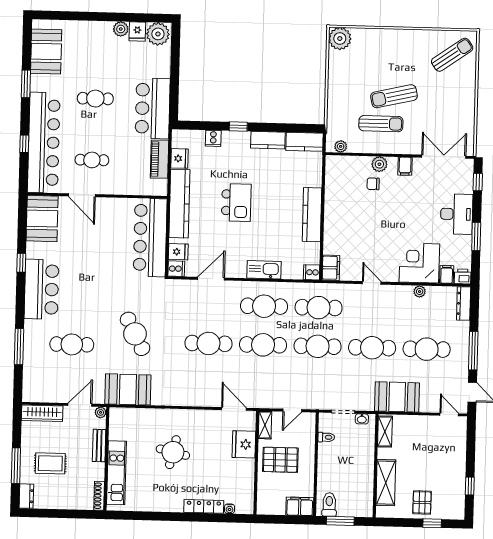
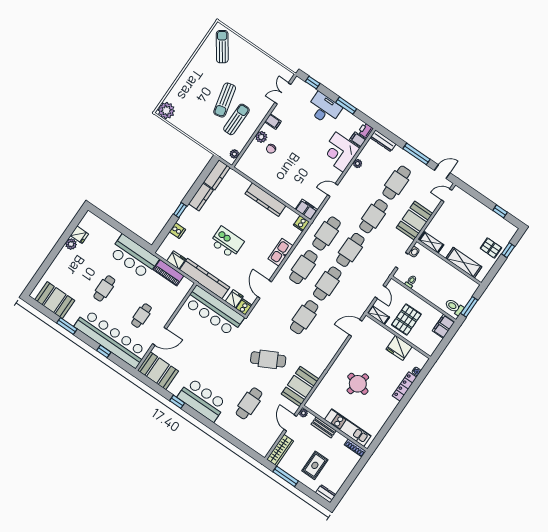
plant: (158, 34) -> (89, 223), removed
double door: (444, 157) -> (283, 93), width x0.73
window: (19, 347) -> (229, 437), removed
fridge: (244, 444) -> (399, 348), moved
window: (16, 466) -> (286, 476), moved

